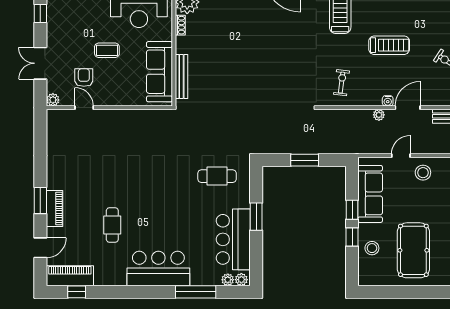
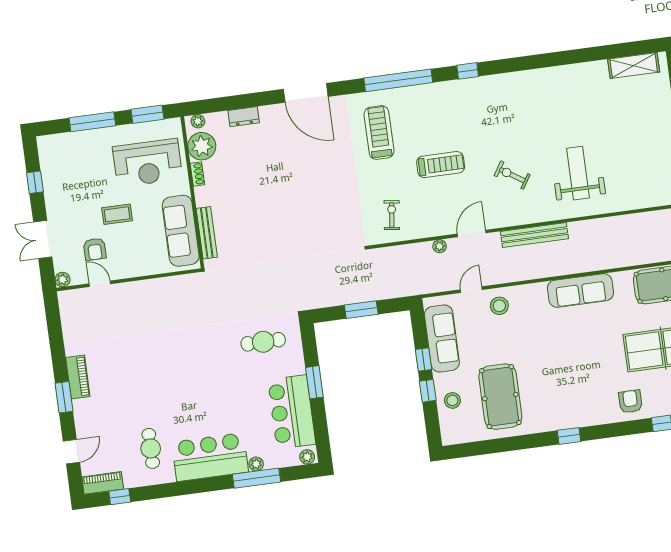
armchair: (84, 78) -> (95, 249), turned 180
water cooler: (388, 101) -> (448, 229), removed
piano: (55, 209) -> (78, 377), moved
cafe table: (112, 225) -> (151, 448), moved
piano: (70, 276) -> (103, 483), width x0.73, depth x0.75
plant: (228, 280) -> (256, 464), moved

